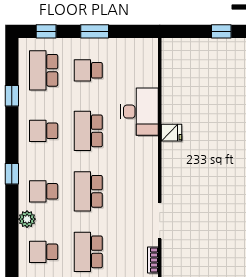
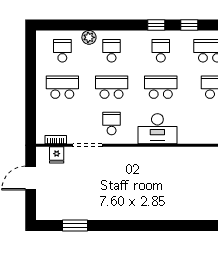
desk: (139, 112) -> (157, 129), moved
fridge: (171, 133) -> (57, 155), moved
window: (12, 174) -> (156, 25), moved
school desk: (133, 191) -> (112, 123), added

